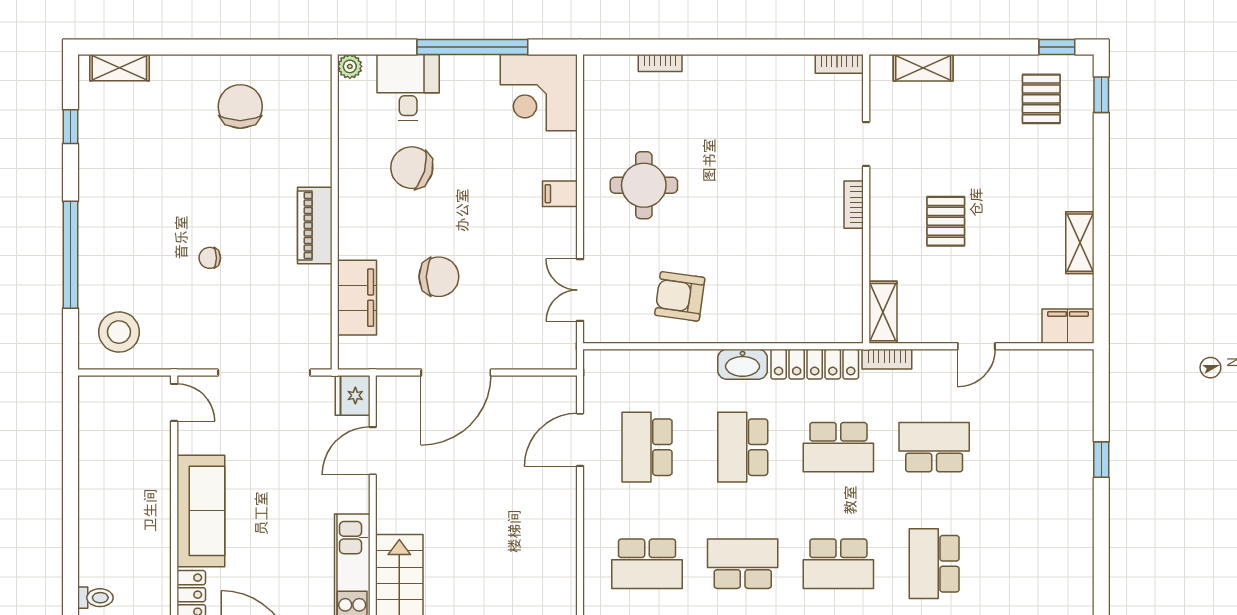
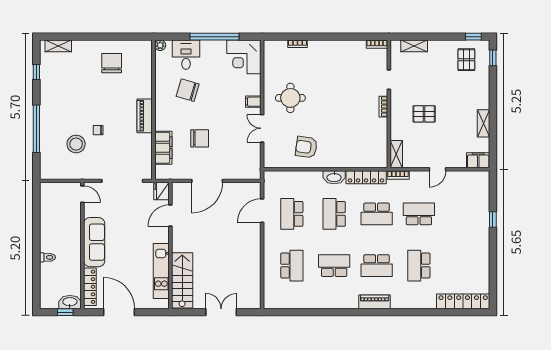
pallet: (946, 221) -> (424, 114), turned 90
double door: (580, 290) -> (262, 128), moved
stool: (119, 332) -> (76, 144), moved
school desk: (647, 564) -> (292, 266), turned -90
toilet: (95, 598) -> (47, 257), moved

